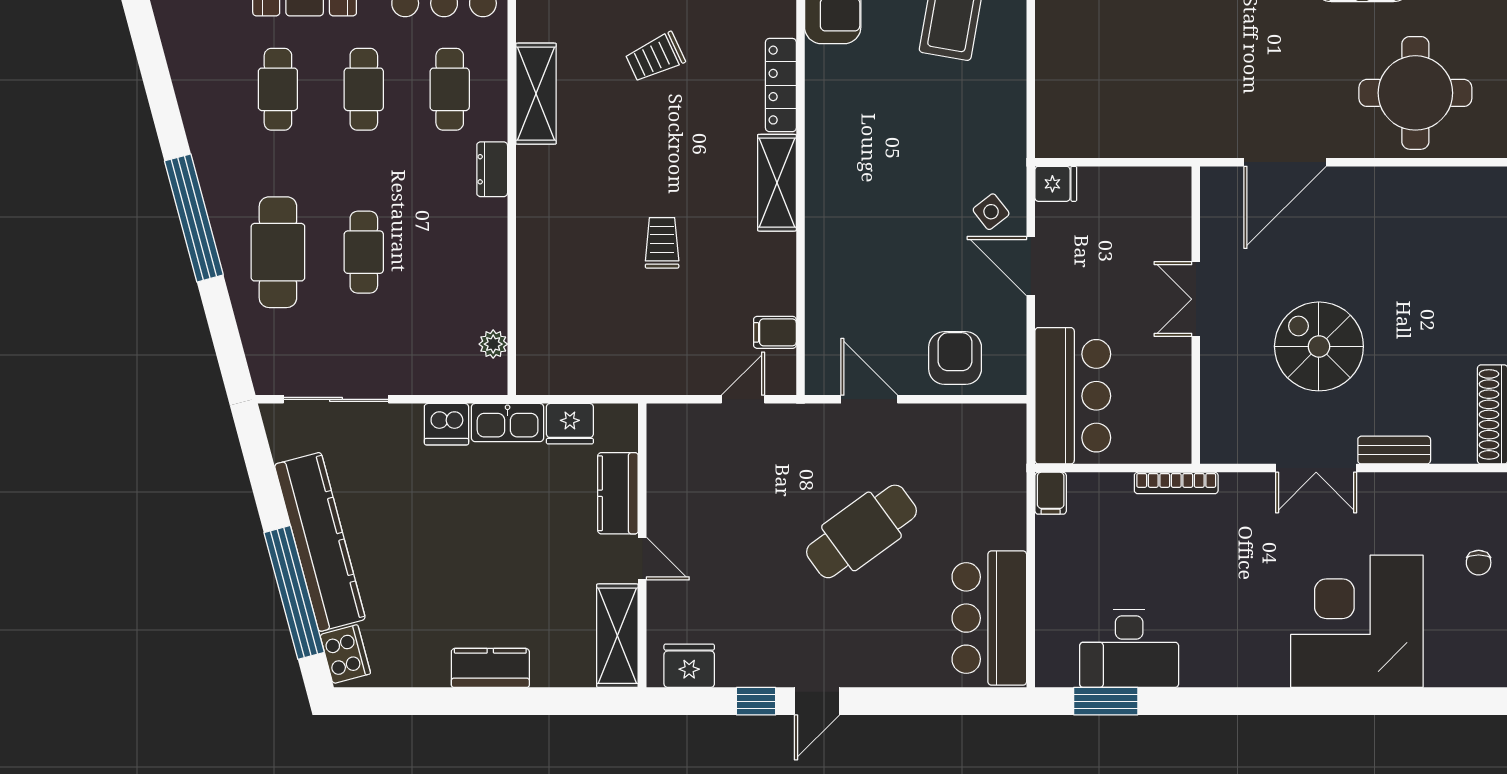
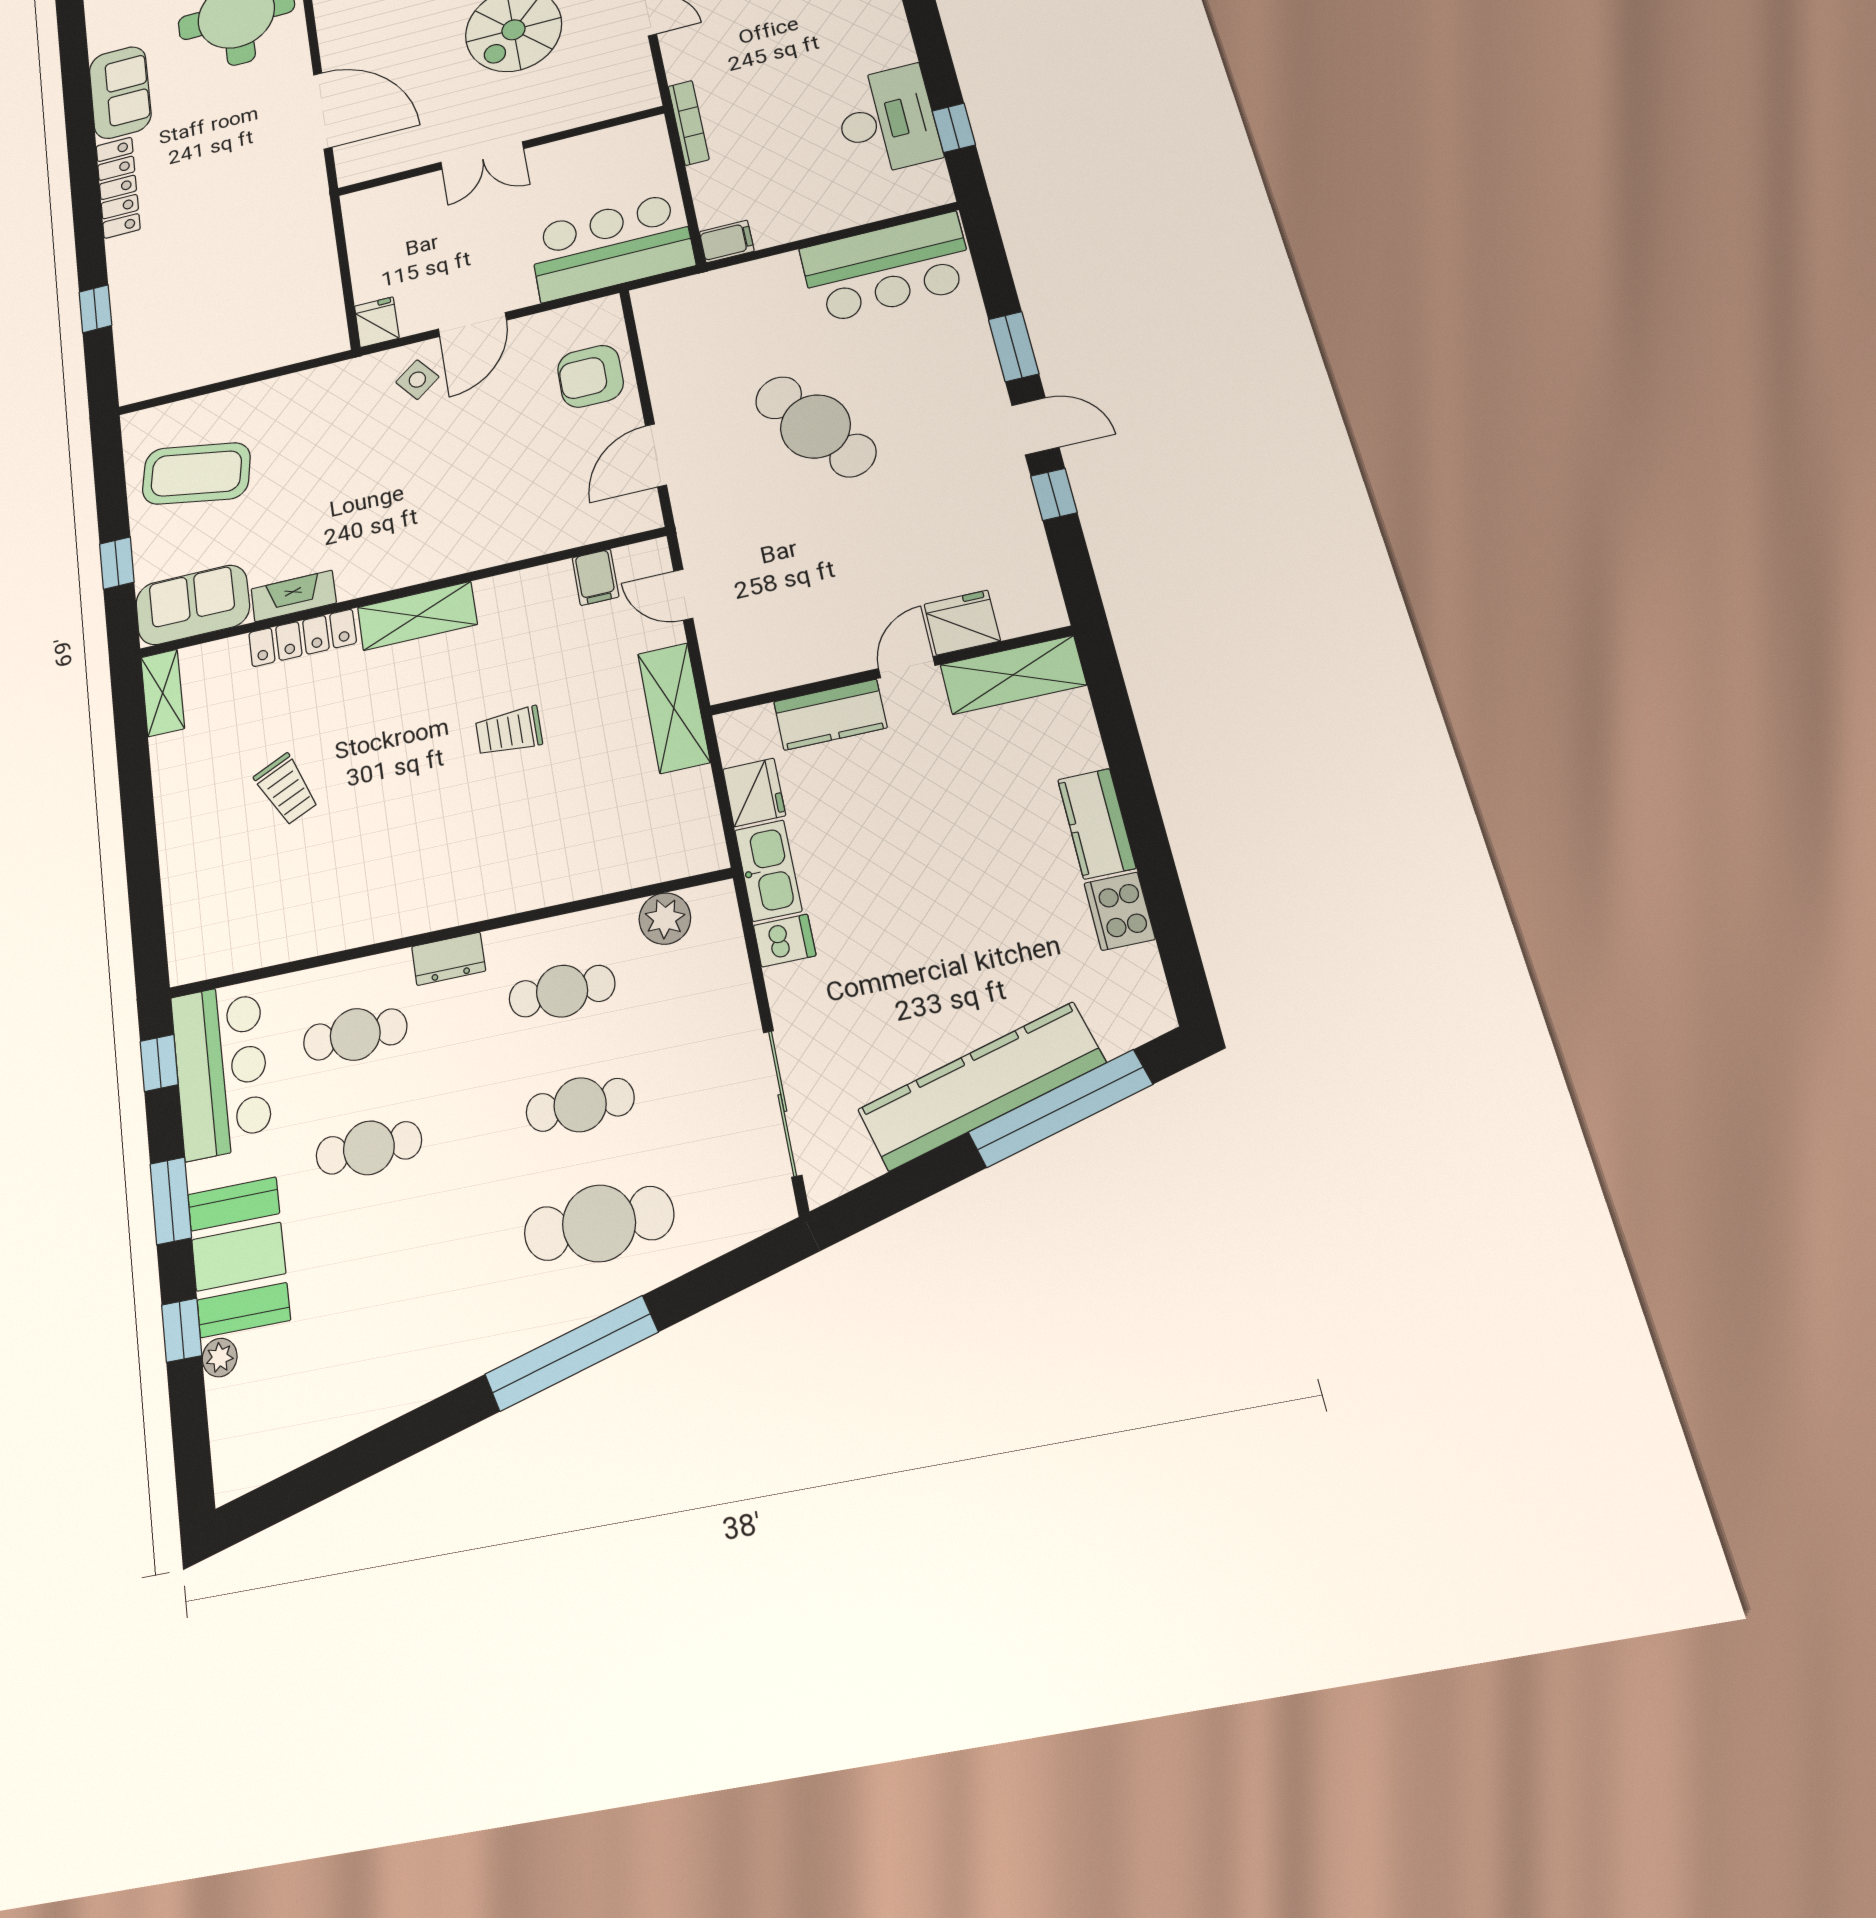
fireplace: (820, 82) -> (294, 596), added
cafe table: (278, 89) -> (562, 991), moved
shelving: (536, 94) -> (674, 708), moved, turned 90
plant: (493, 344) -> (665, 919), width x1.38, depth x1.38
dishwasher: (446, 424) -> (785, 941), width x0.73
cooker: (345, 654) -> (1120, 911), moved, turned -75
fridge: (689, 666) -> (962, 623), moved, turned 90
window: (891, 701) -> (1014, 347), added
window: (1106, 701) -> (954, 128), width x0.67

